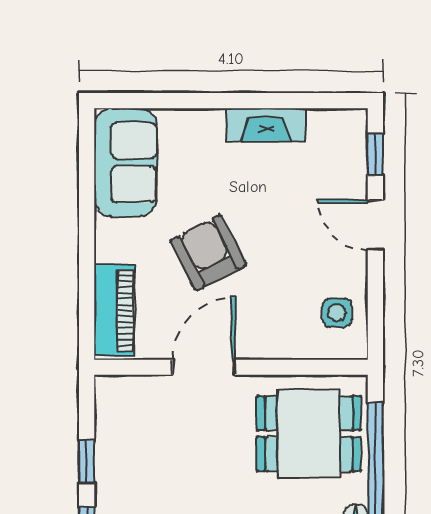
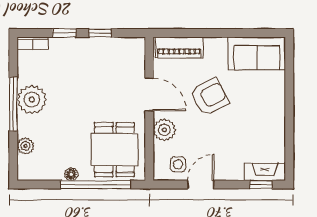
fireplace: (266, 125) -> (265, 172), moved, turned 90
door: (375, 225) -> (201, 185), moved
plant: (271, 339) -> (164, 130), added

